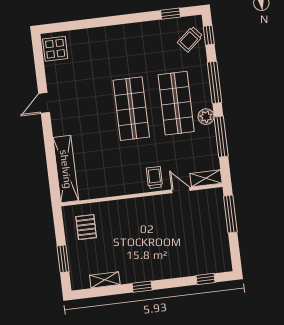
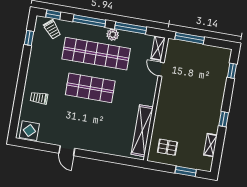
shop shelf: (176, 103) -> (96, 54), width x1.40
shelving: (66, 169) -> (142, 131), moved, turned 90
trolley: (154, 177) -> (39, 98), moved
door: (181, 190) -> (161, 69), hinge flipped

